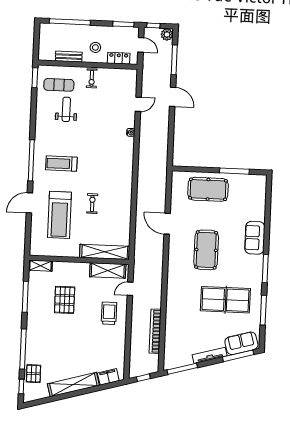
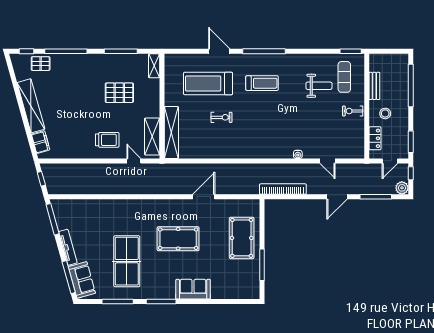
treadmill: (61, 164) -> (262, 83), turned 90
bookcase: (155, 331) -> (283, 189), moved

